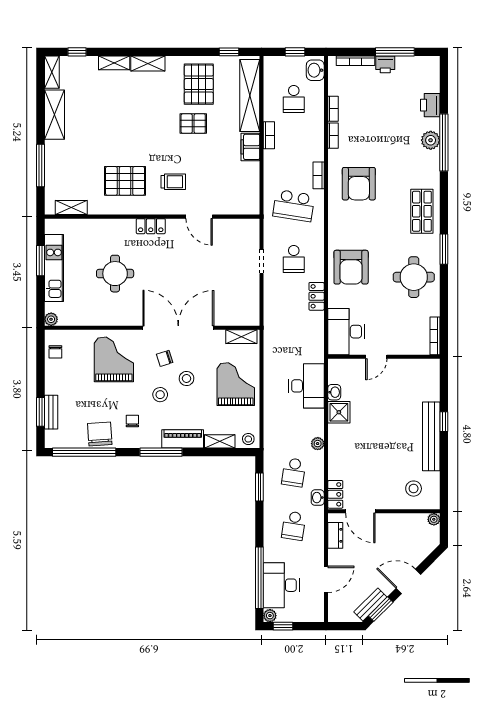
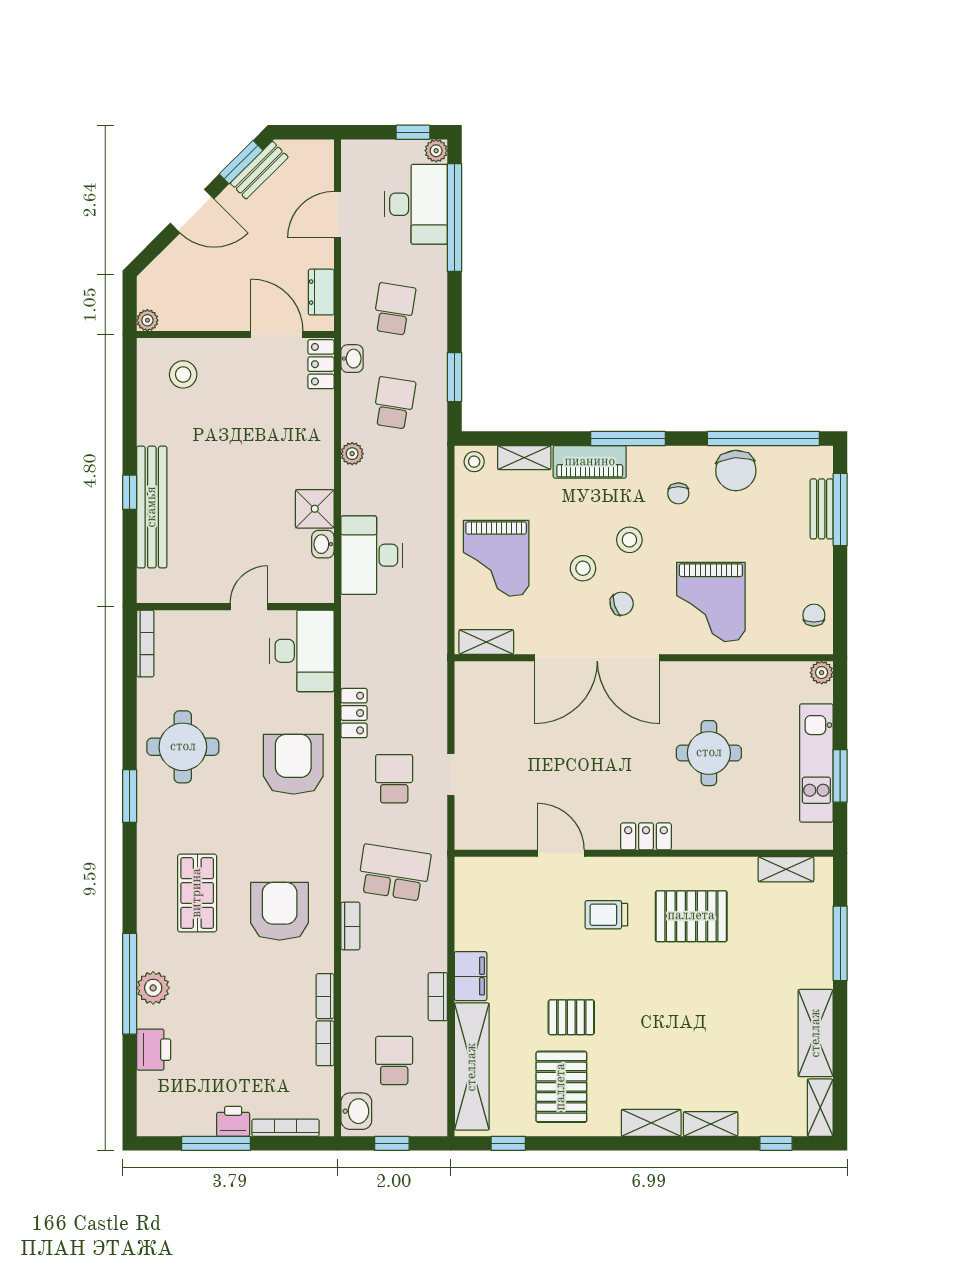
shop shelf: (422, 211) -> (197, 893), moved
window: (40, 412) -> (840, 510), width x1.44
bench: (431, 436) -> (152, 507), moved

